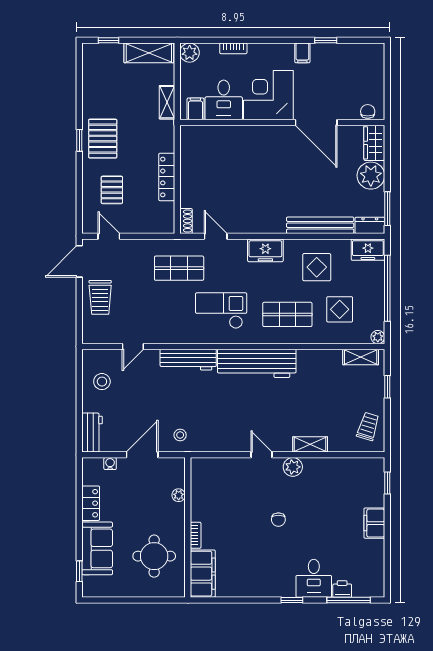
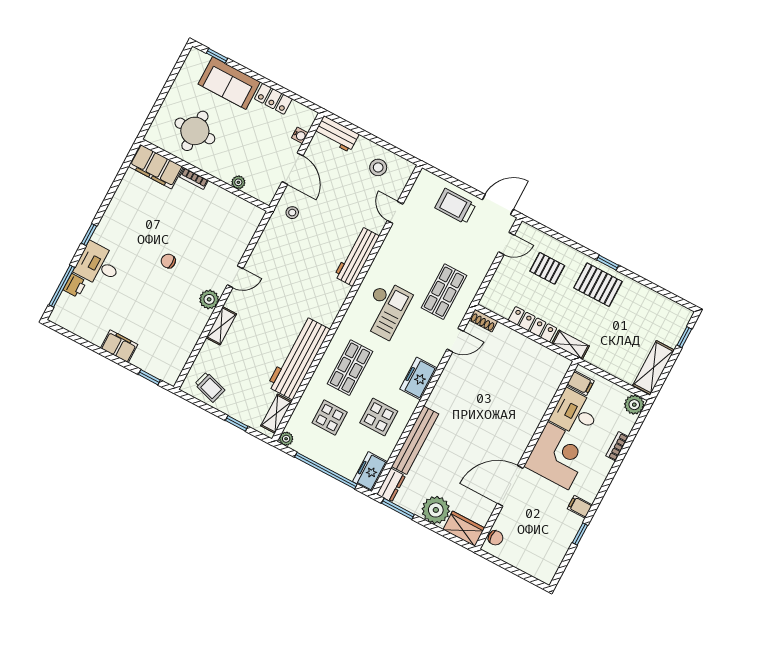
shelving: (167, 102) -> (571, 345), moved
door: (79, 261) -> (498, 205), hinge flipped
workbench: (257, 363) -> (298, 358), moved

